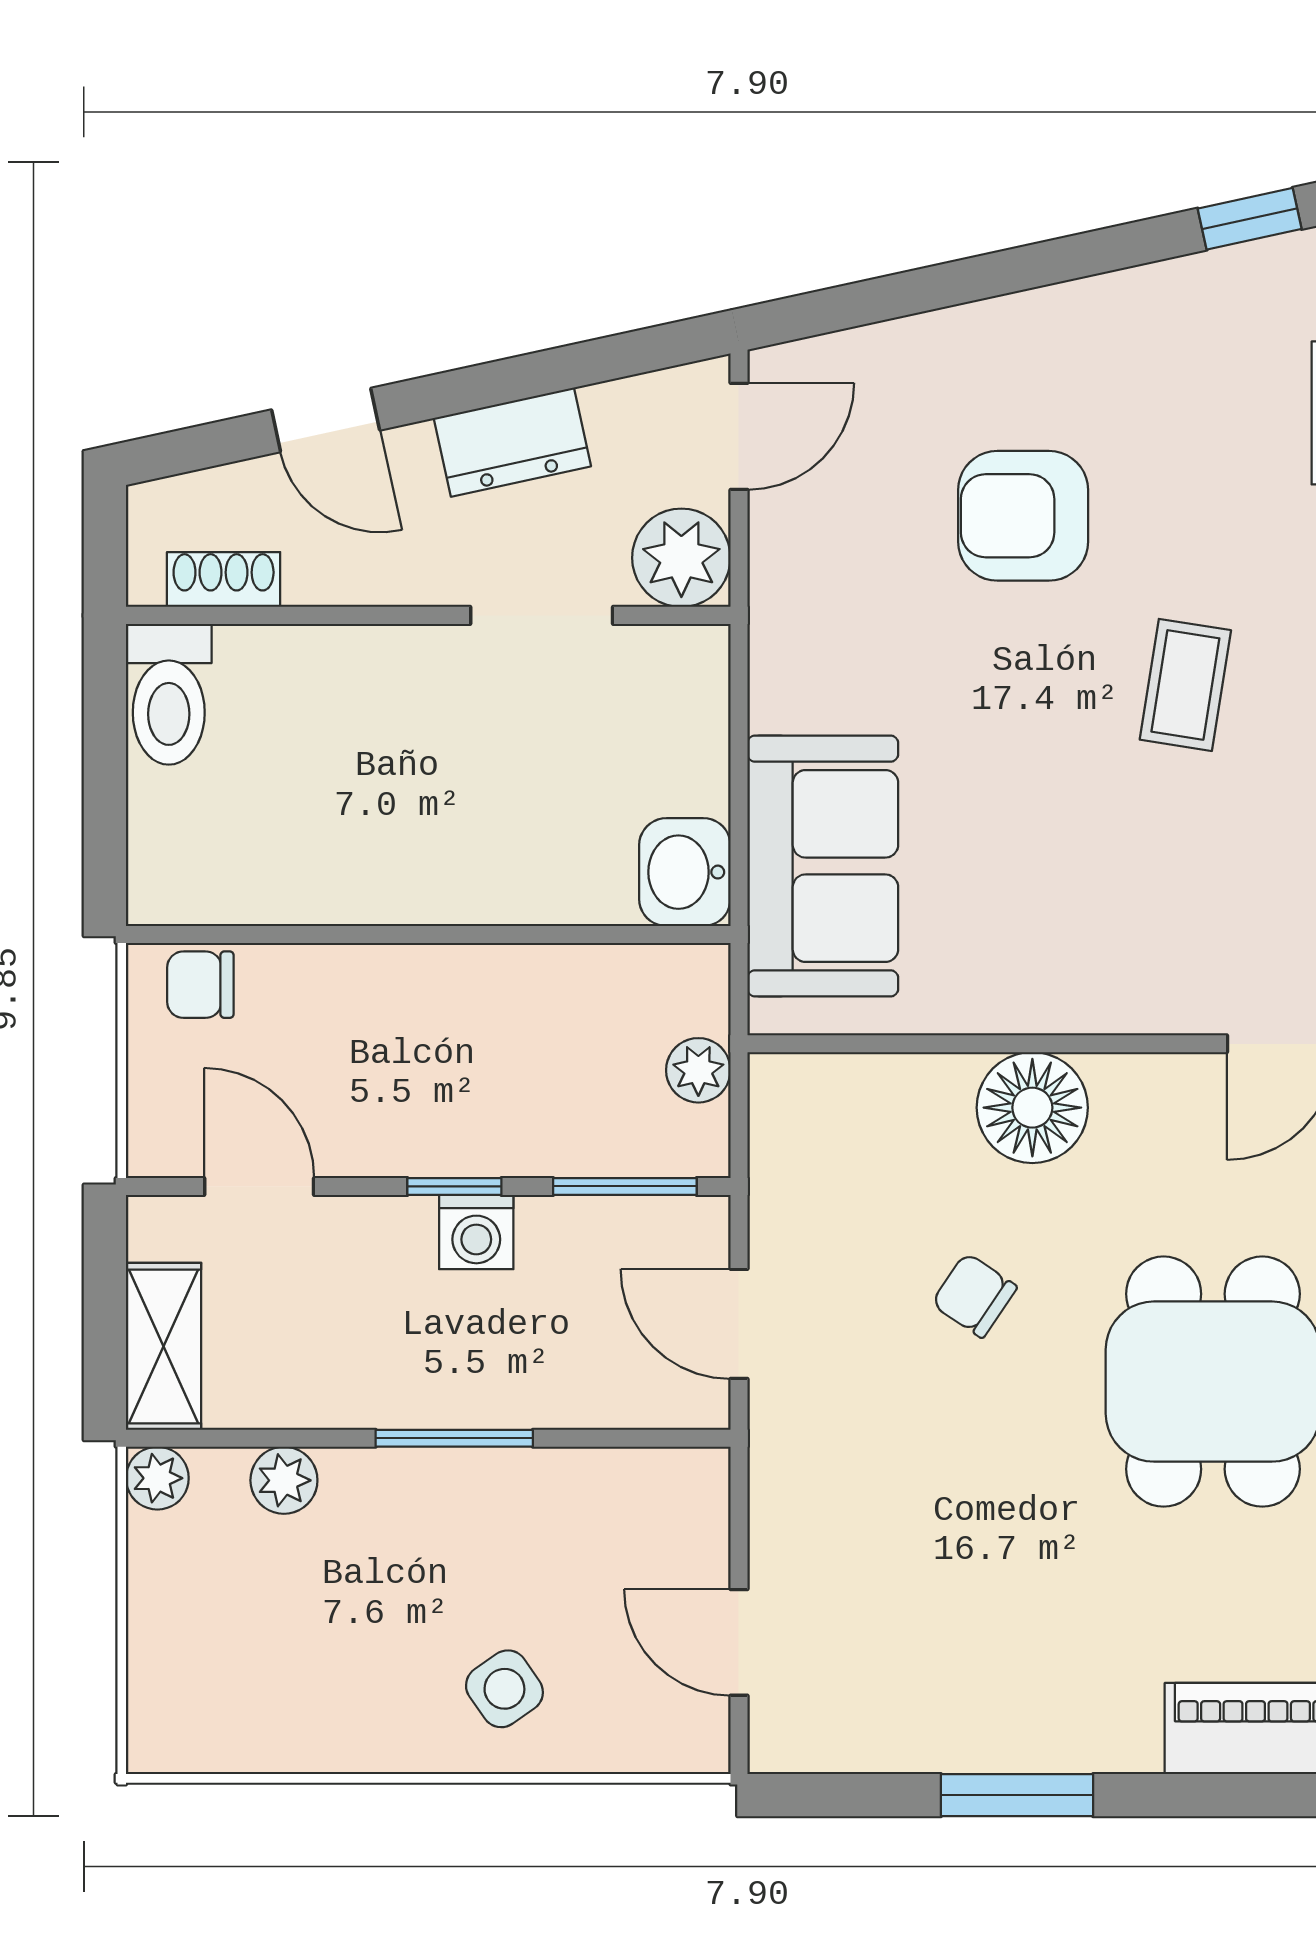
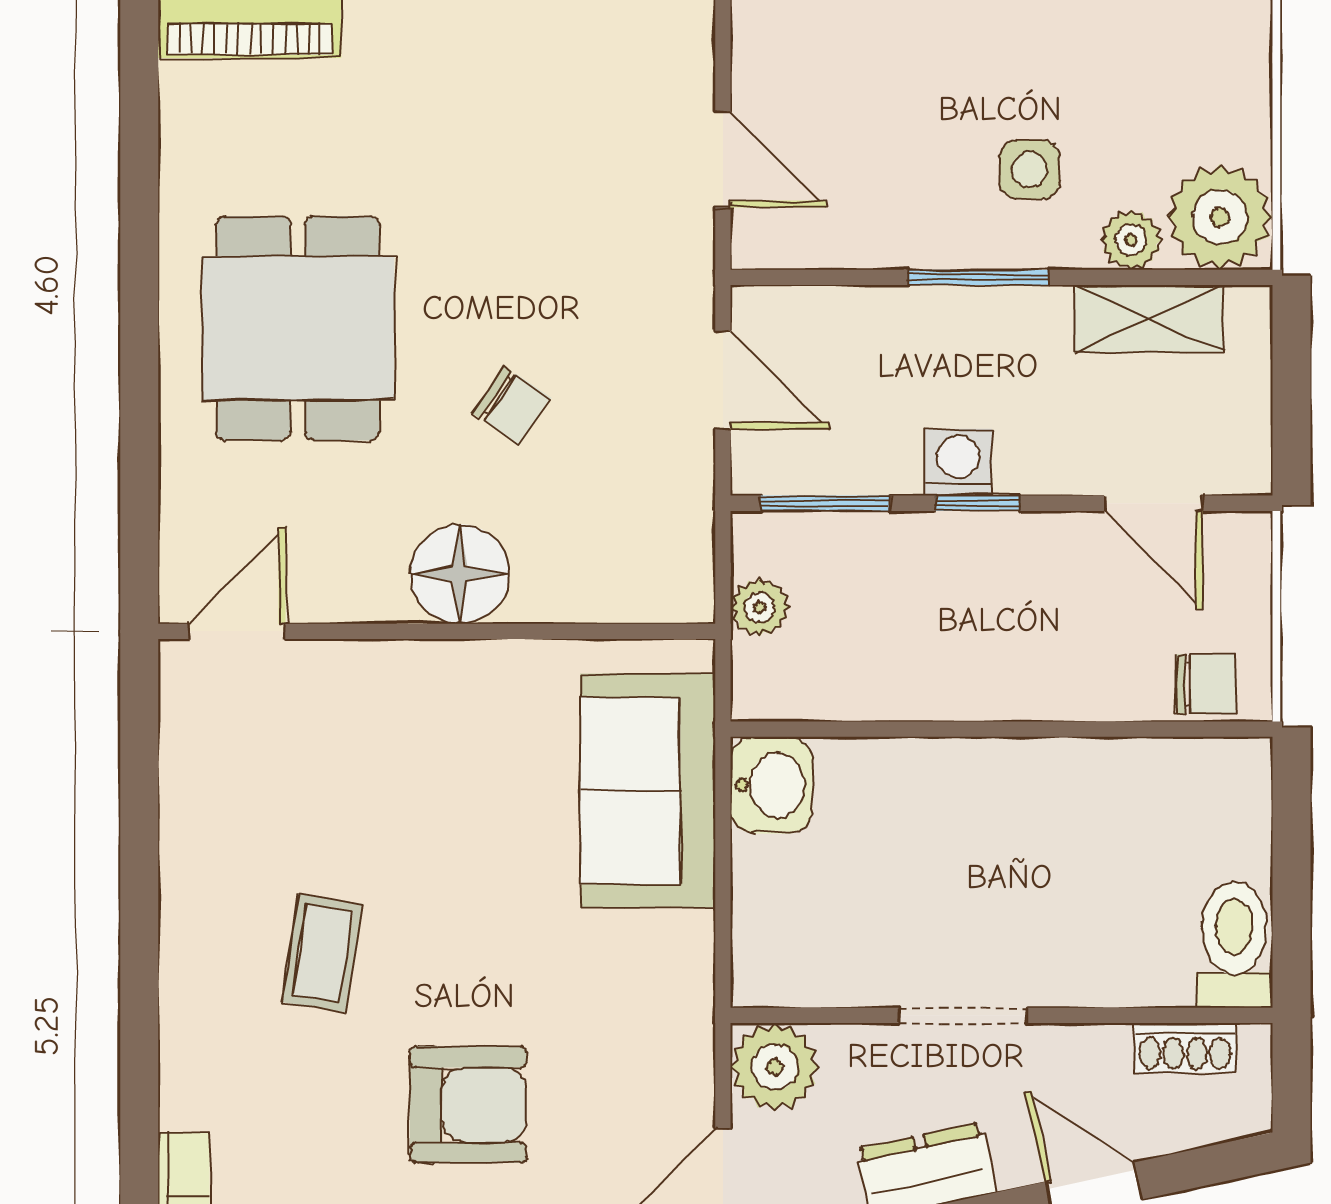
doorway: (542, 615) -> (963, 1015), moved
shelving: (164, 1346) -> (1149, 319), moved, turned 90
plant: (157, 1478) -> (1220, 217), width x1.87, depth x1.87
door: (739, 1642) -> (723, 160), moved
side table: (504, 1689) -> (1030, 169), moved, turned 35

